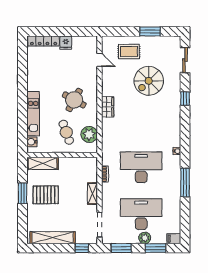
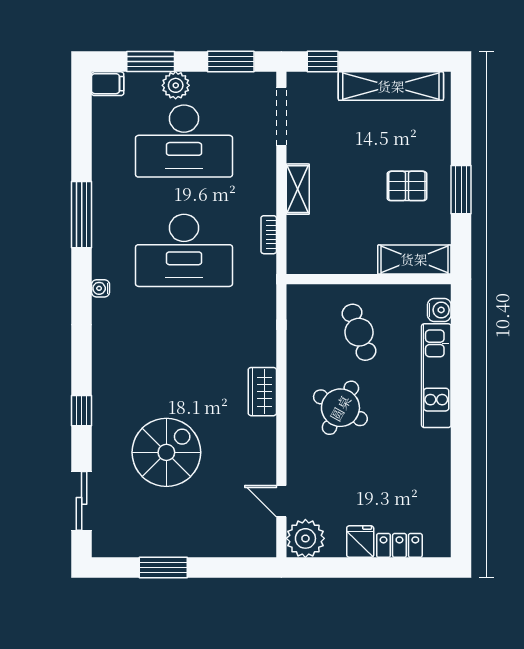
locker: (44, 41) -> (399, 545), width x0.66
rug: (129, 51) -> (213, 521), removed
plant: (89, 134) -> (305, 538), moved
pallet: (46, 195) -> (407, 186), width x0.67, depth x0.71

